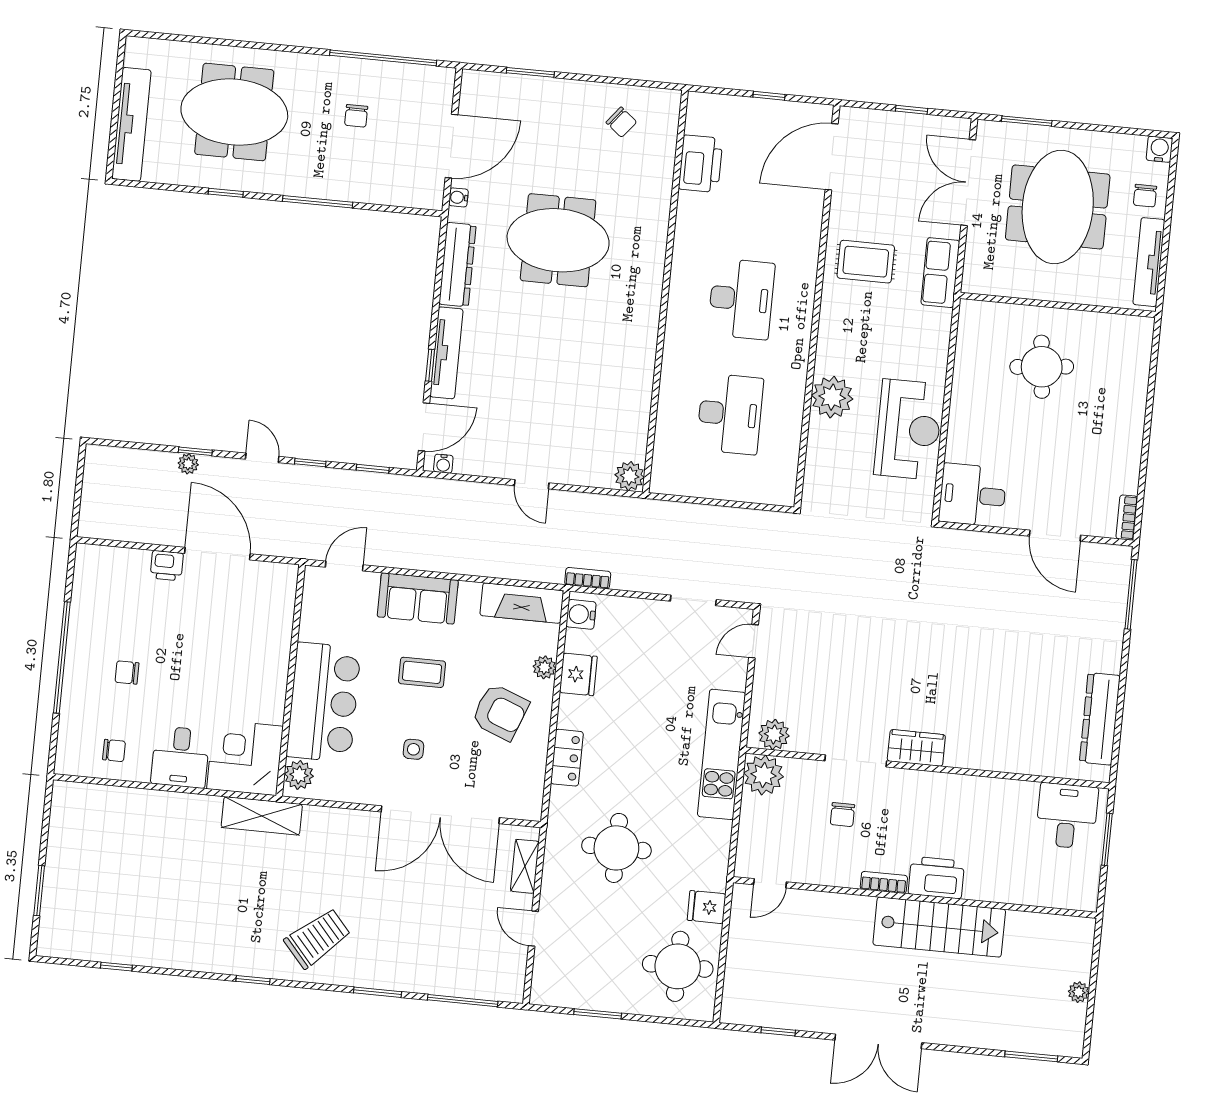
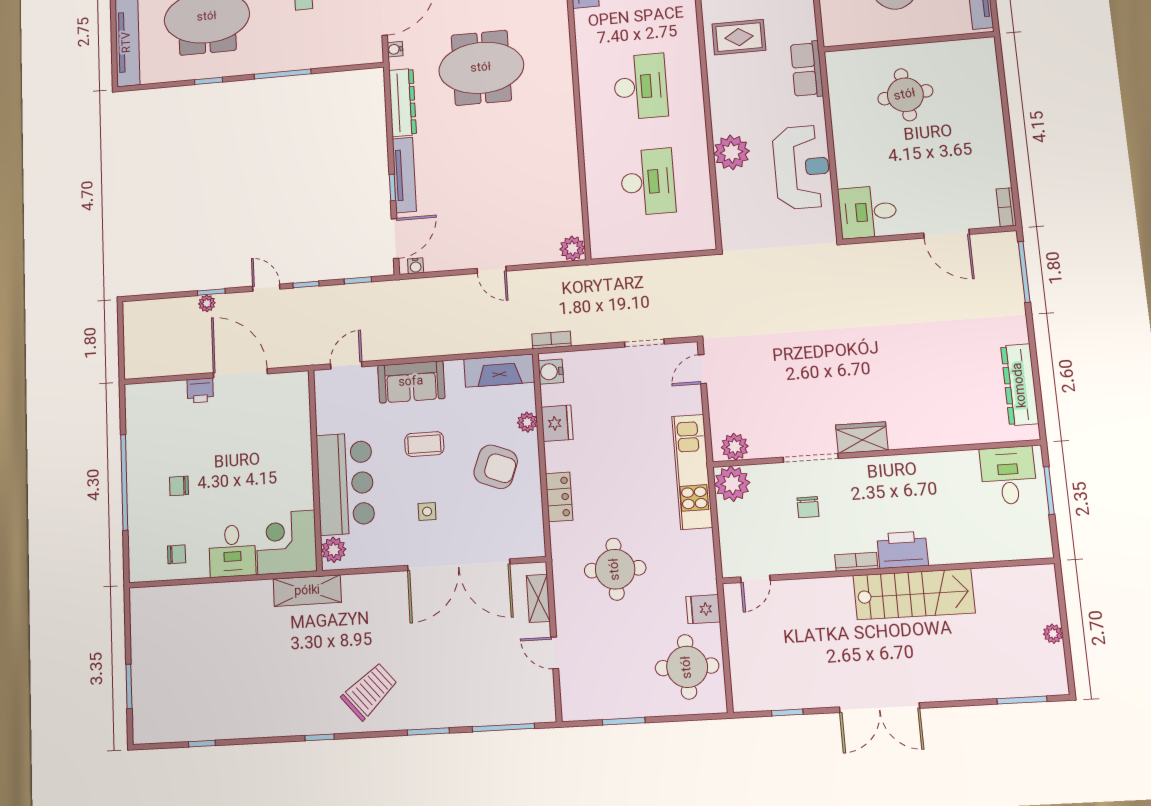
row of seats: (940, 273) -> (807, 69), moved

